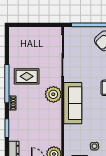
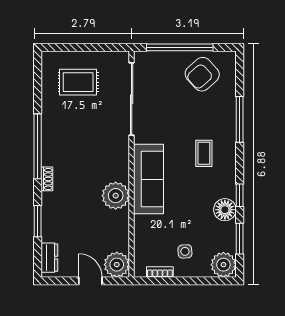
rug: (27, 76) -> (78, 82), moved
plant: (53, 94) -> (116, 196), moved

